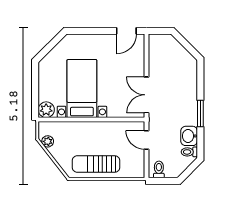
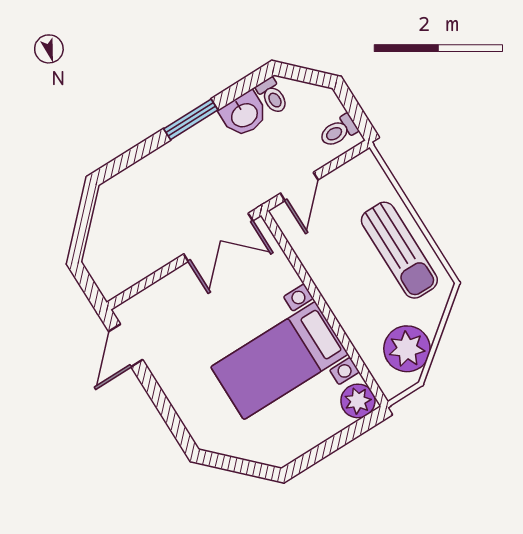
door: (126, 31) -> (126, 346), swing flipped
plant: (48, 141) -> (407, 349), width x1.88, depth x1.88

